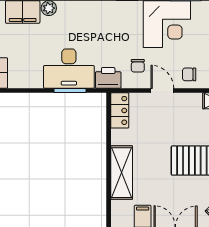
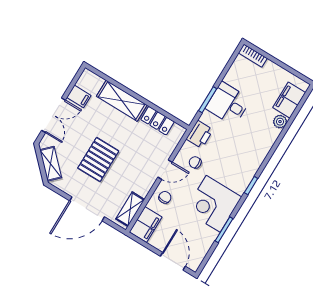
desk: (69, 69) -> (228, 104), width x0.73
locker: (120, 110) -> (157, 121), moved

